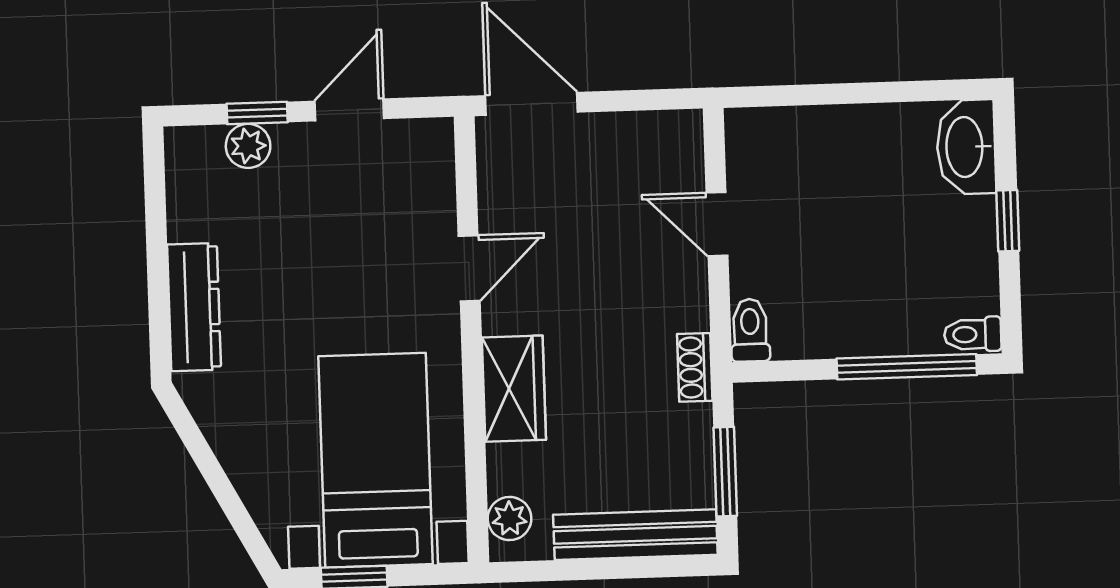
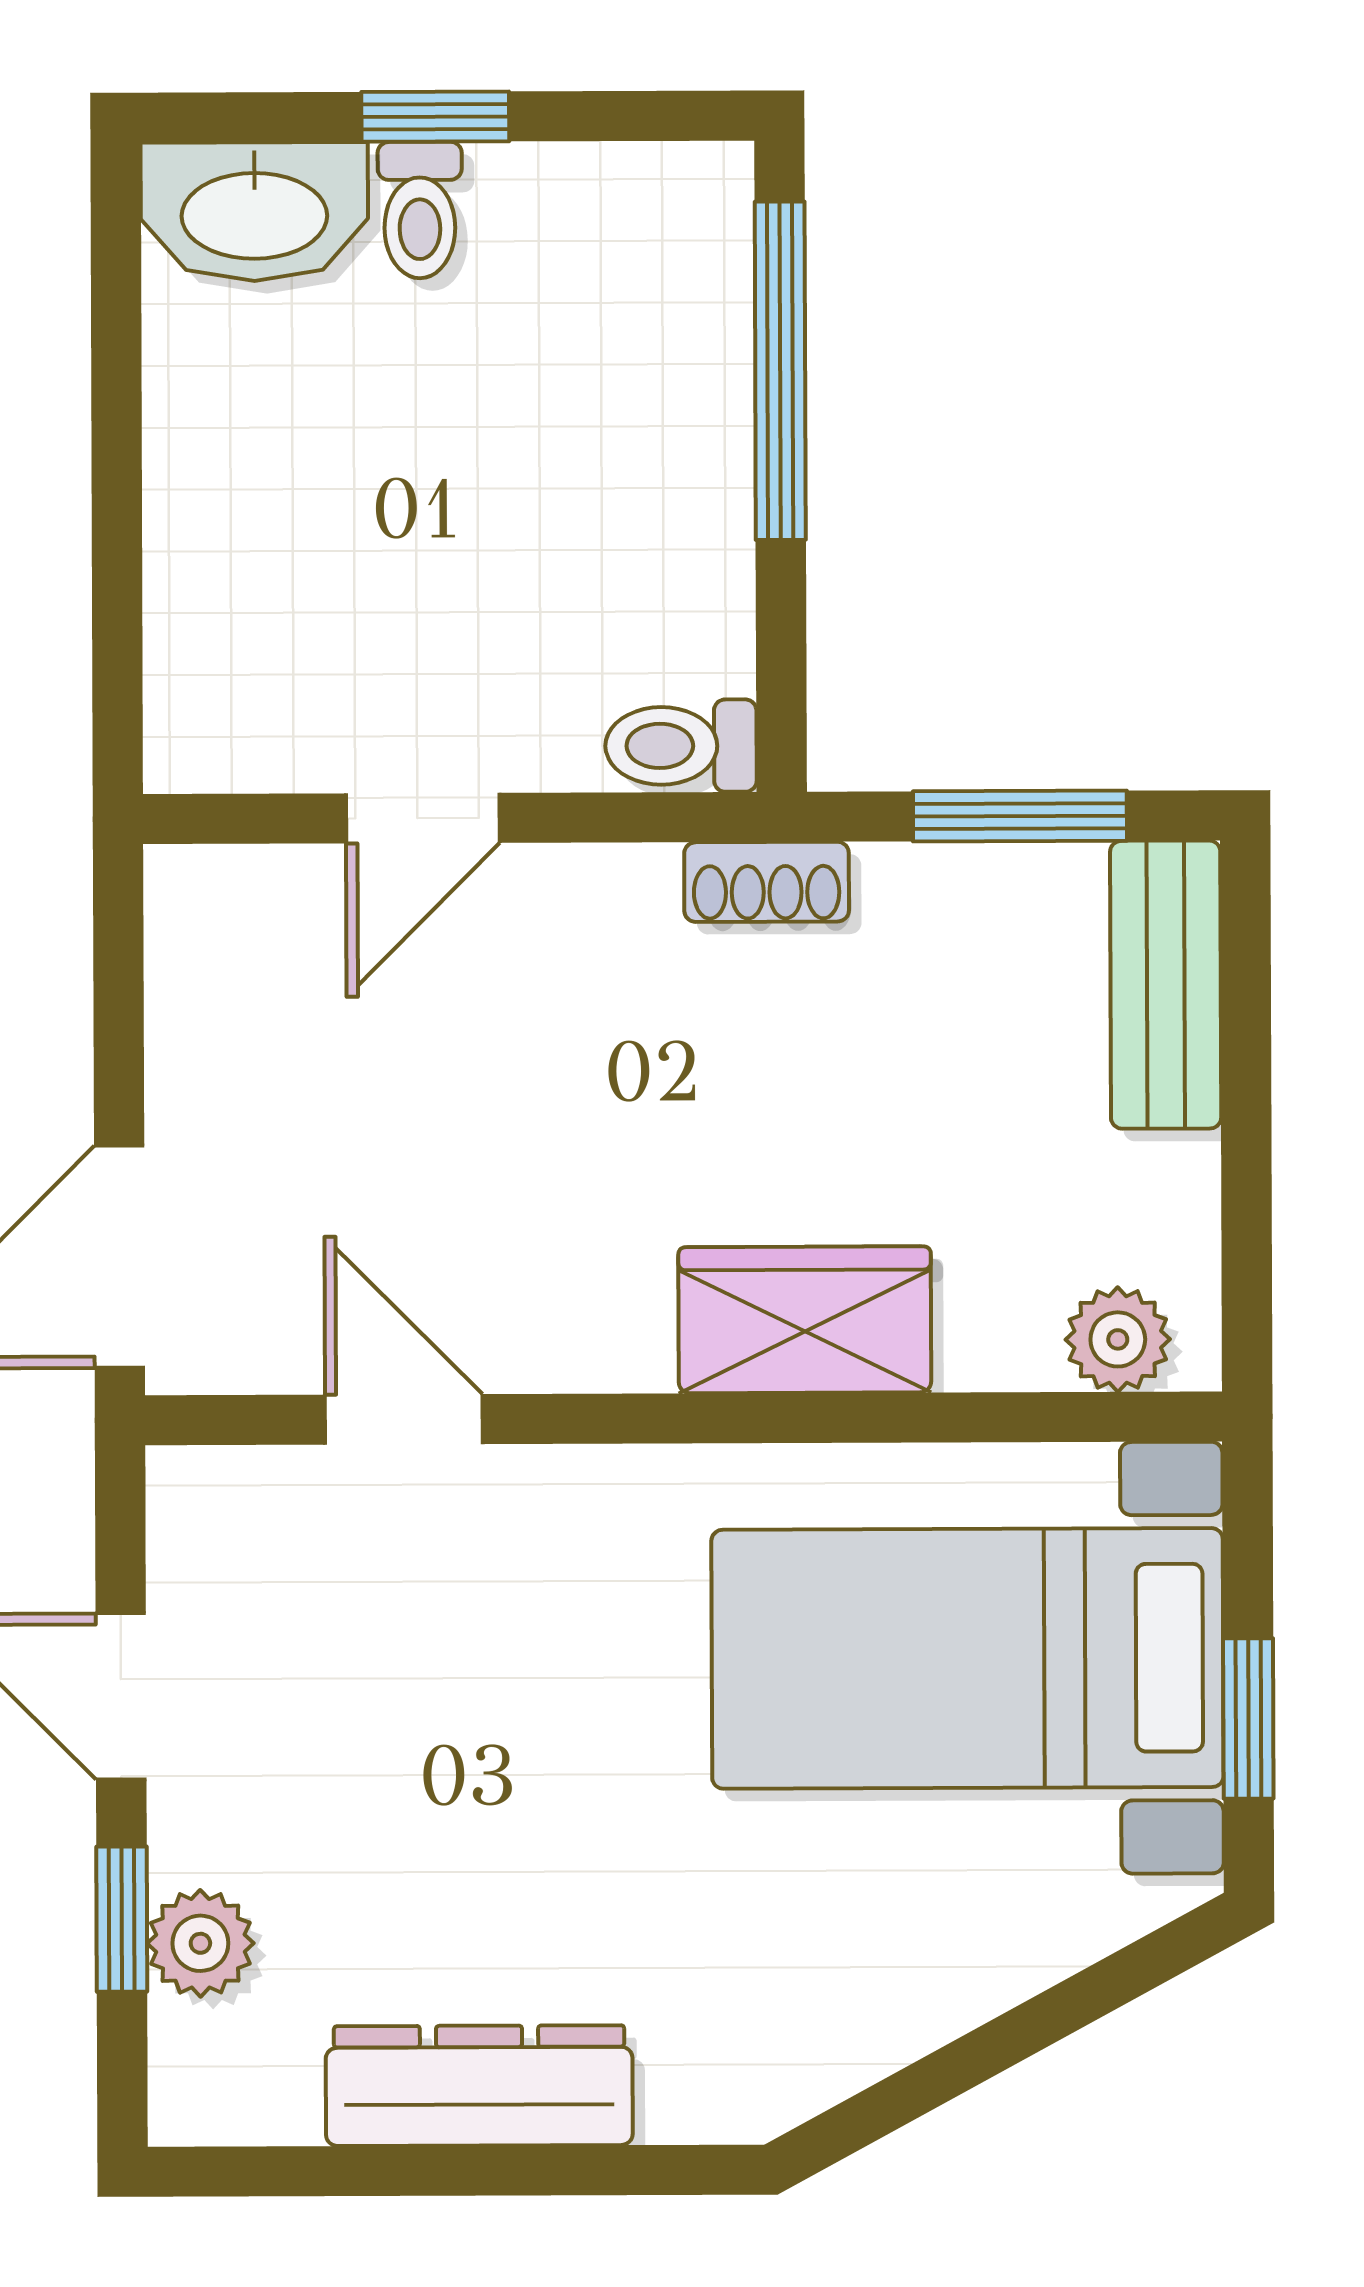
door: (469, 268) -> (404, 1419), moved
dresser: (194, 307) -> (479, 2086), moved
toilet: (973, 334) -> (420, 210), moved
bench: (635, 535) -> (1166, 985), width x0.73

